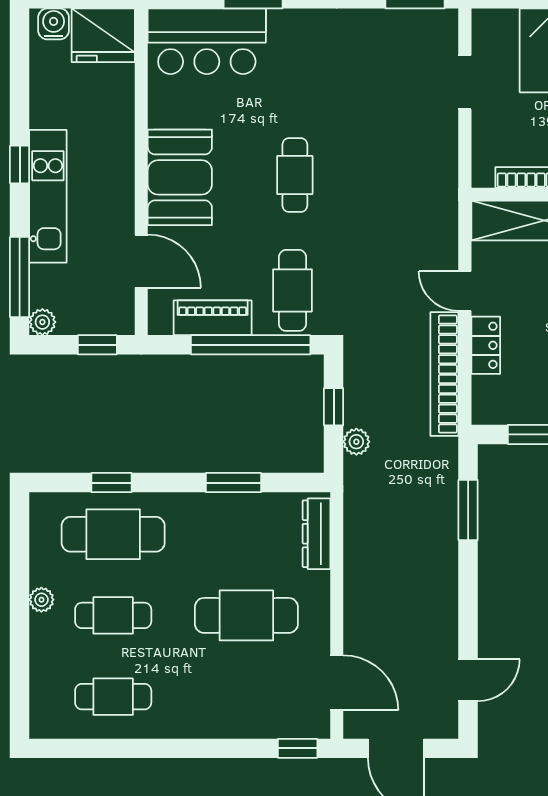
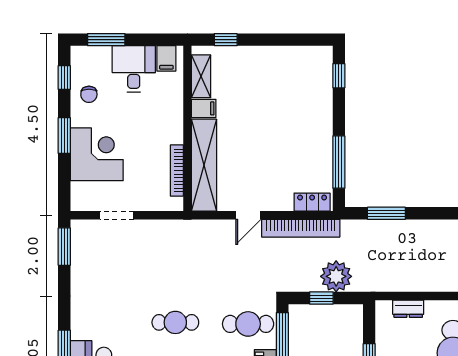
locker: (486, 345) -> (312, 202), moved
plant: (356, 442) -> (336, 276), width x1.88, depth x1.88
dresser: (316, 534) -> (408, 309), width x0.70

